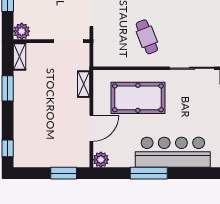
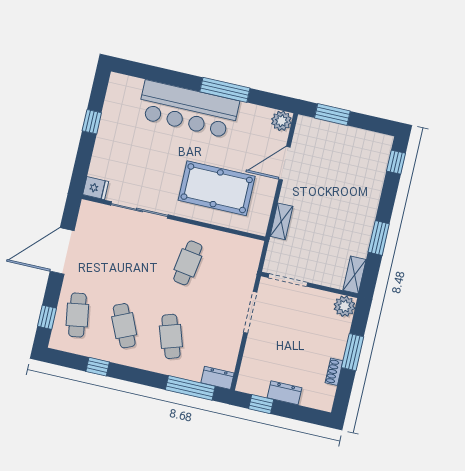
cafe table: (147, 37) -> (188, 263), turned 30

